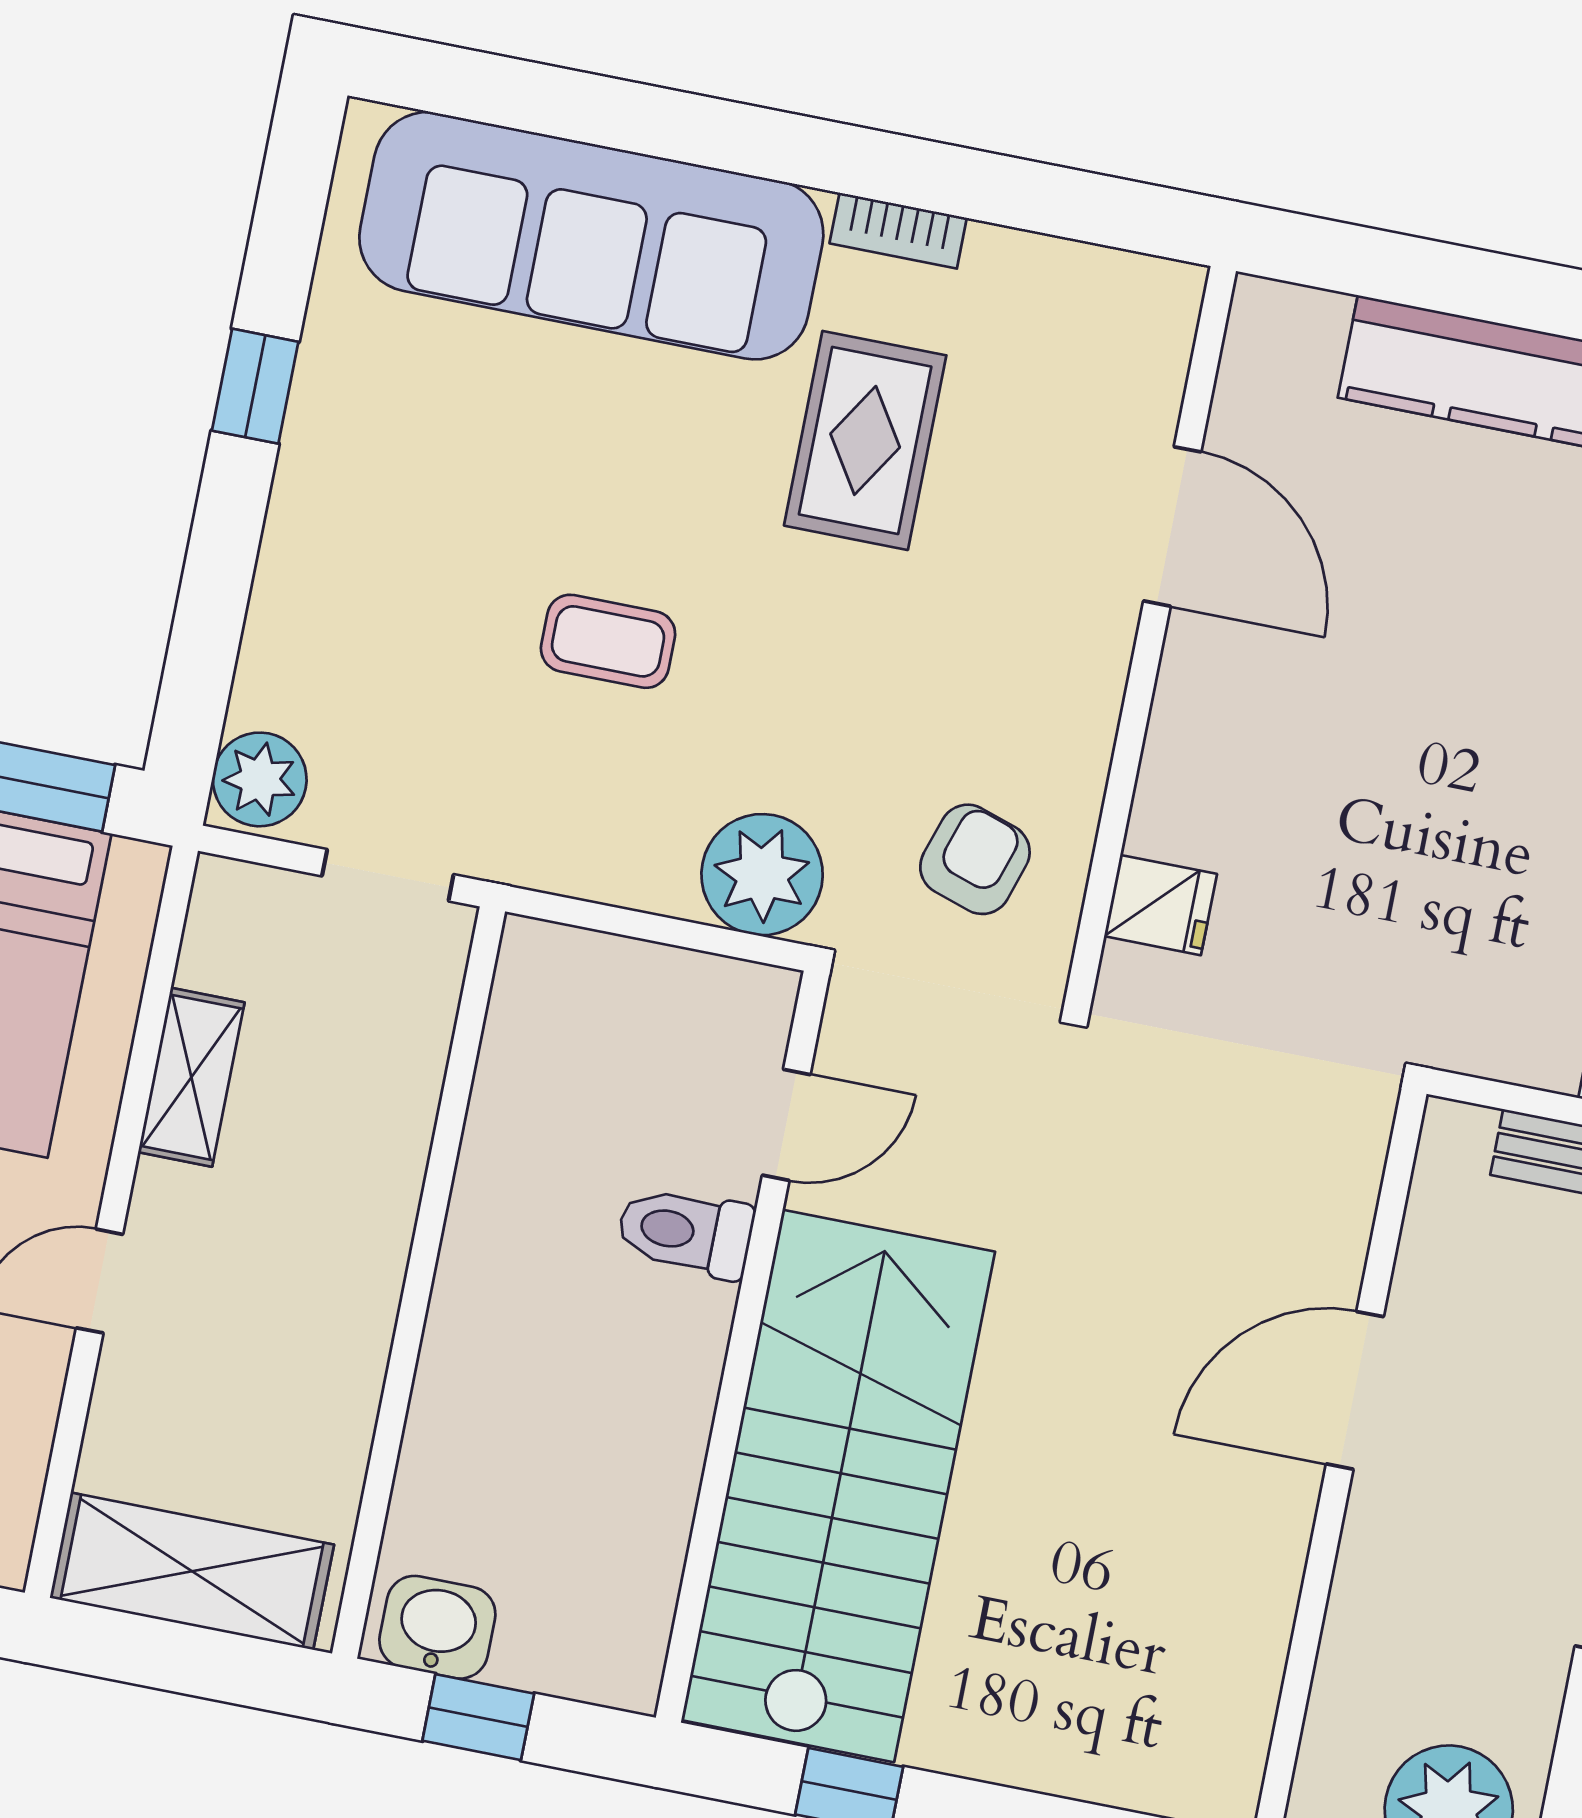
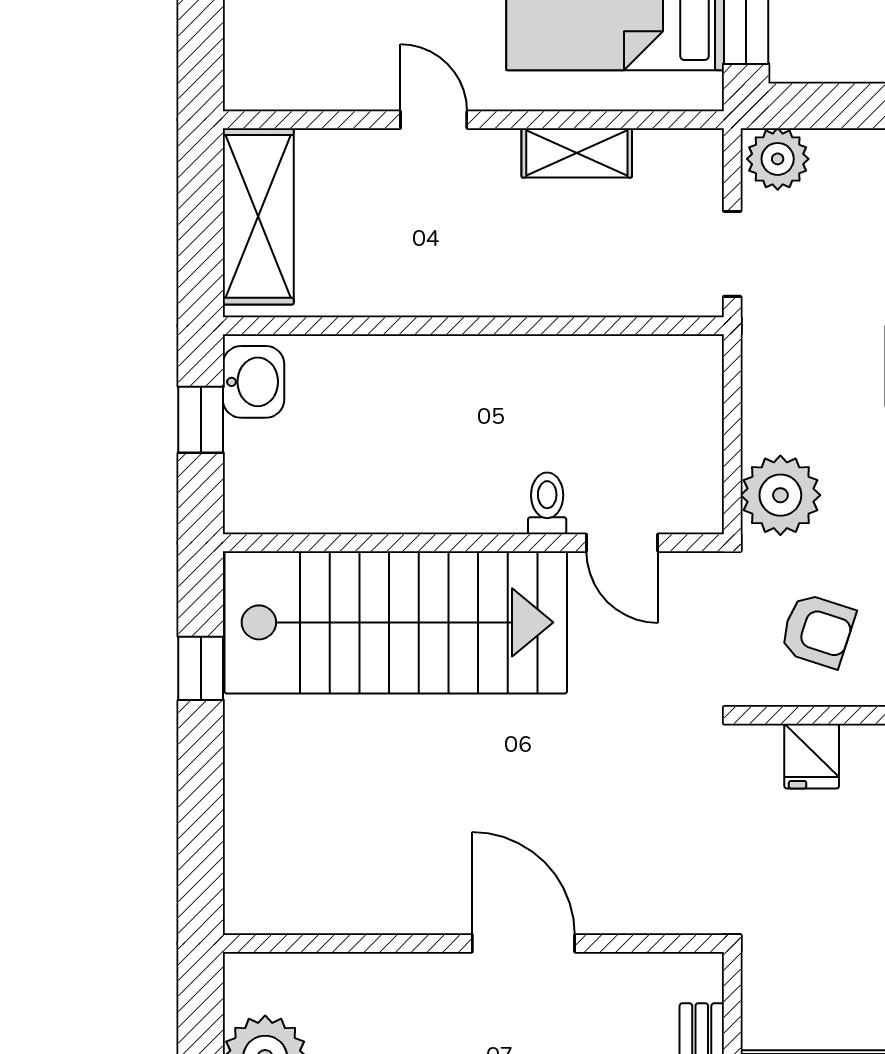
toilet: (685, 1232) -> (547, 503), width x0.73, depth x0.72

